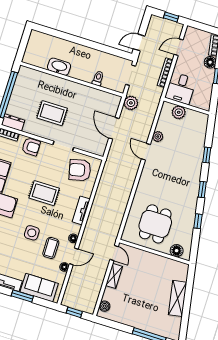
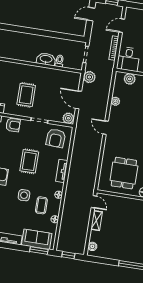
door: (139, 42) -> (91, 14), moved
washbasin: (59, 67) -> (46, 59), moved
rug: (52, 113) -> (26, 95), turned 90
plant: (98, 149) -> (68, 118), added
door: (146, 152) -> (106, 128), moved
armchair: (80, 170) -> (56, 138), turned -74
rug: (44, 193) -> (29, 161), turned 90
door: (74, 256) -> (61, 209), removed
window: (22, 296) -> (39, 250), moved

